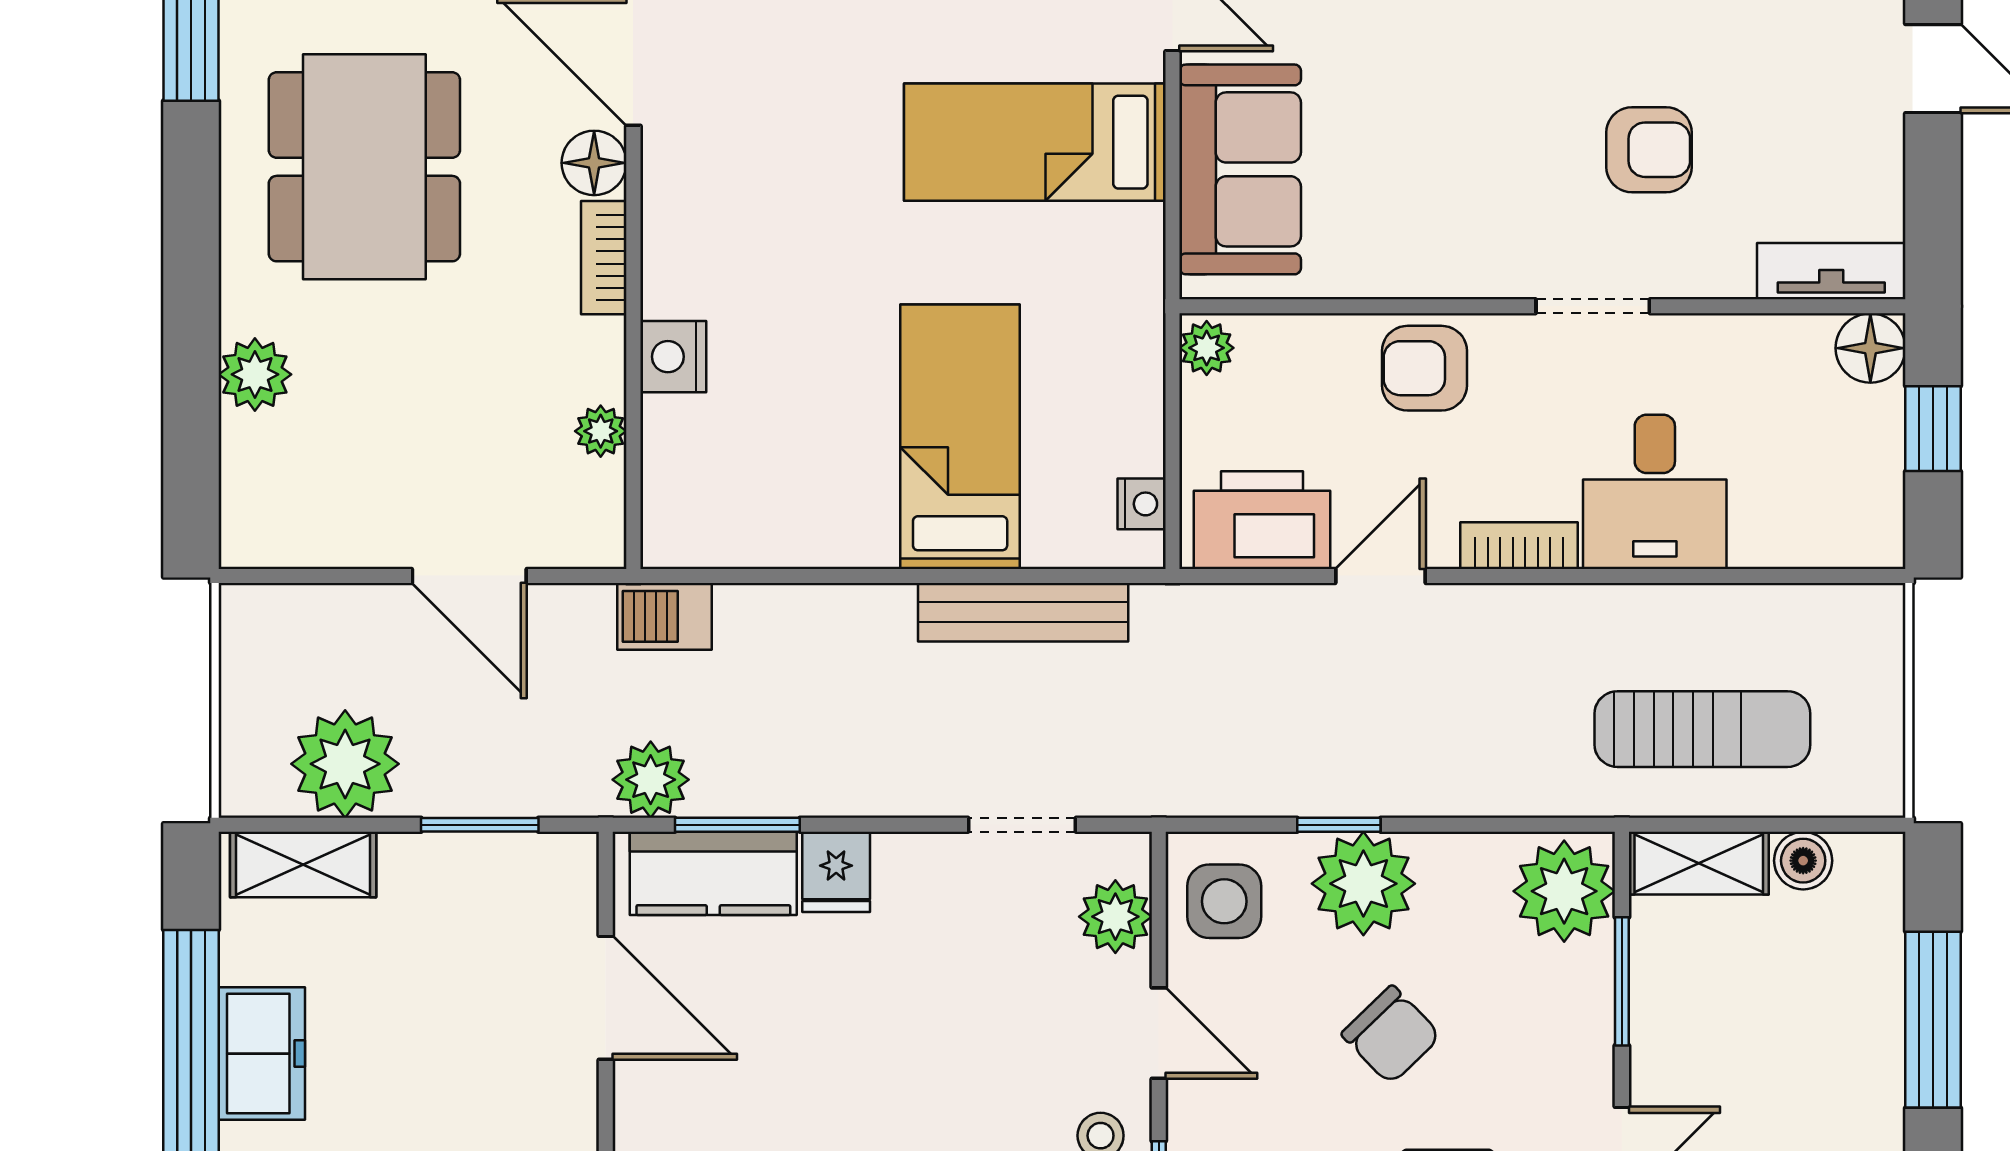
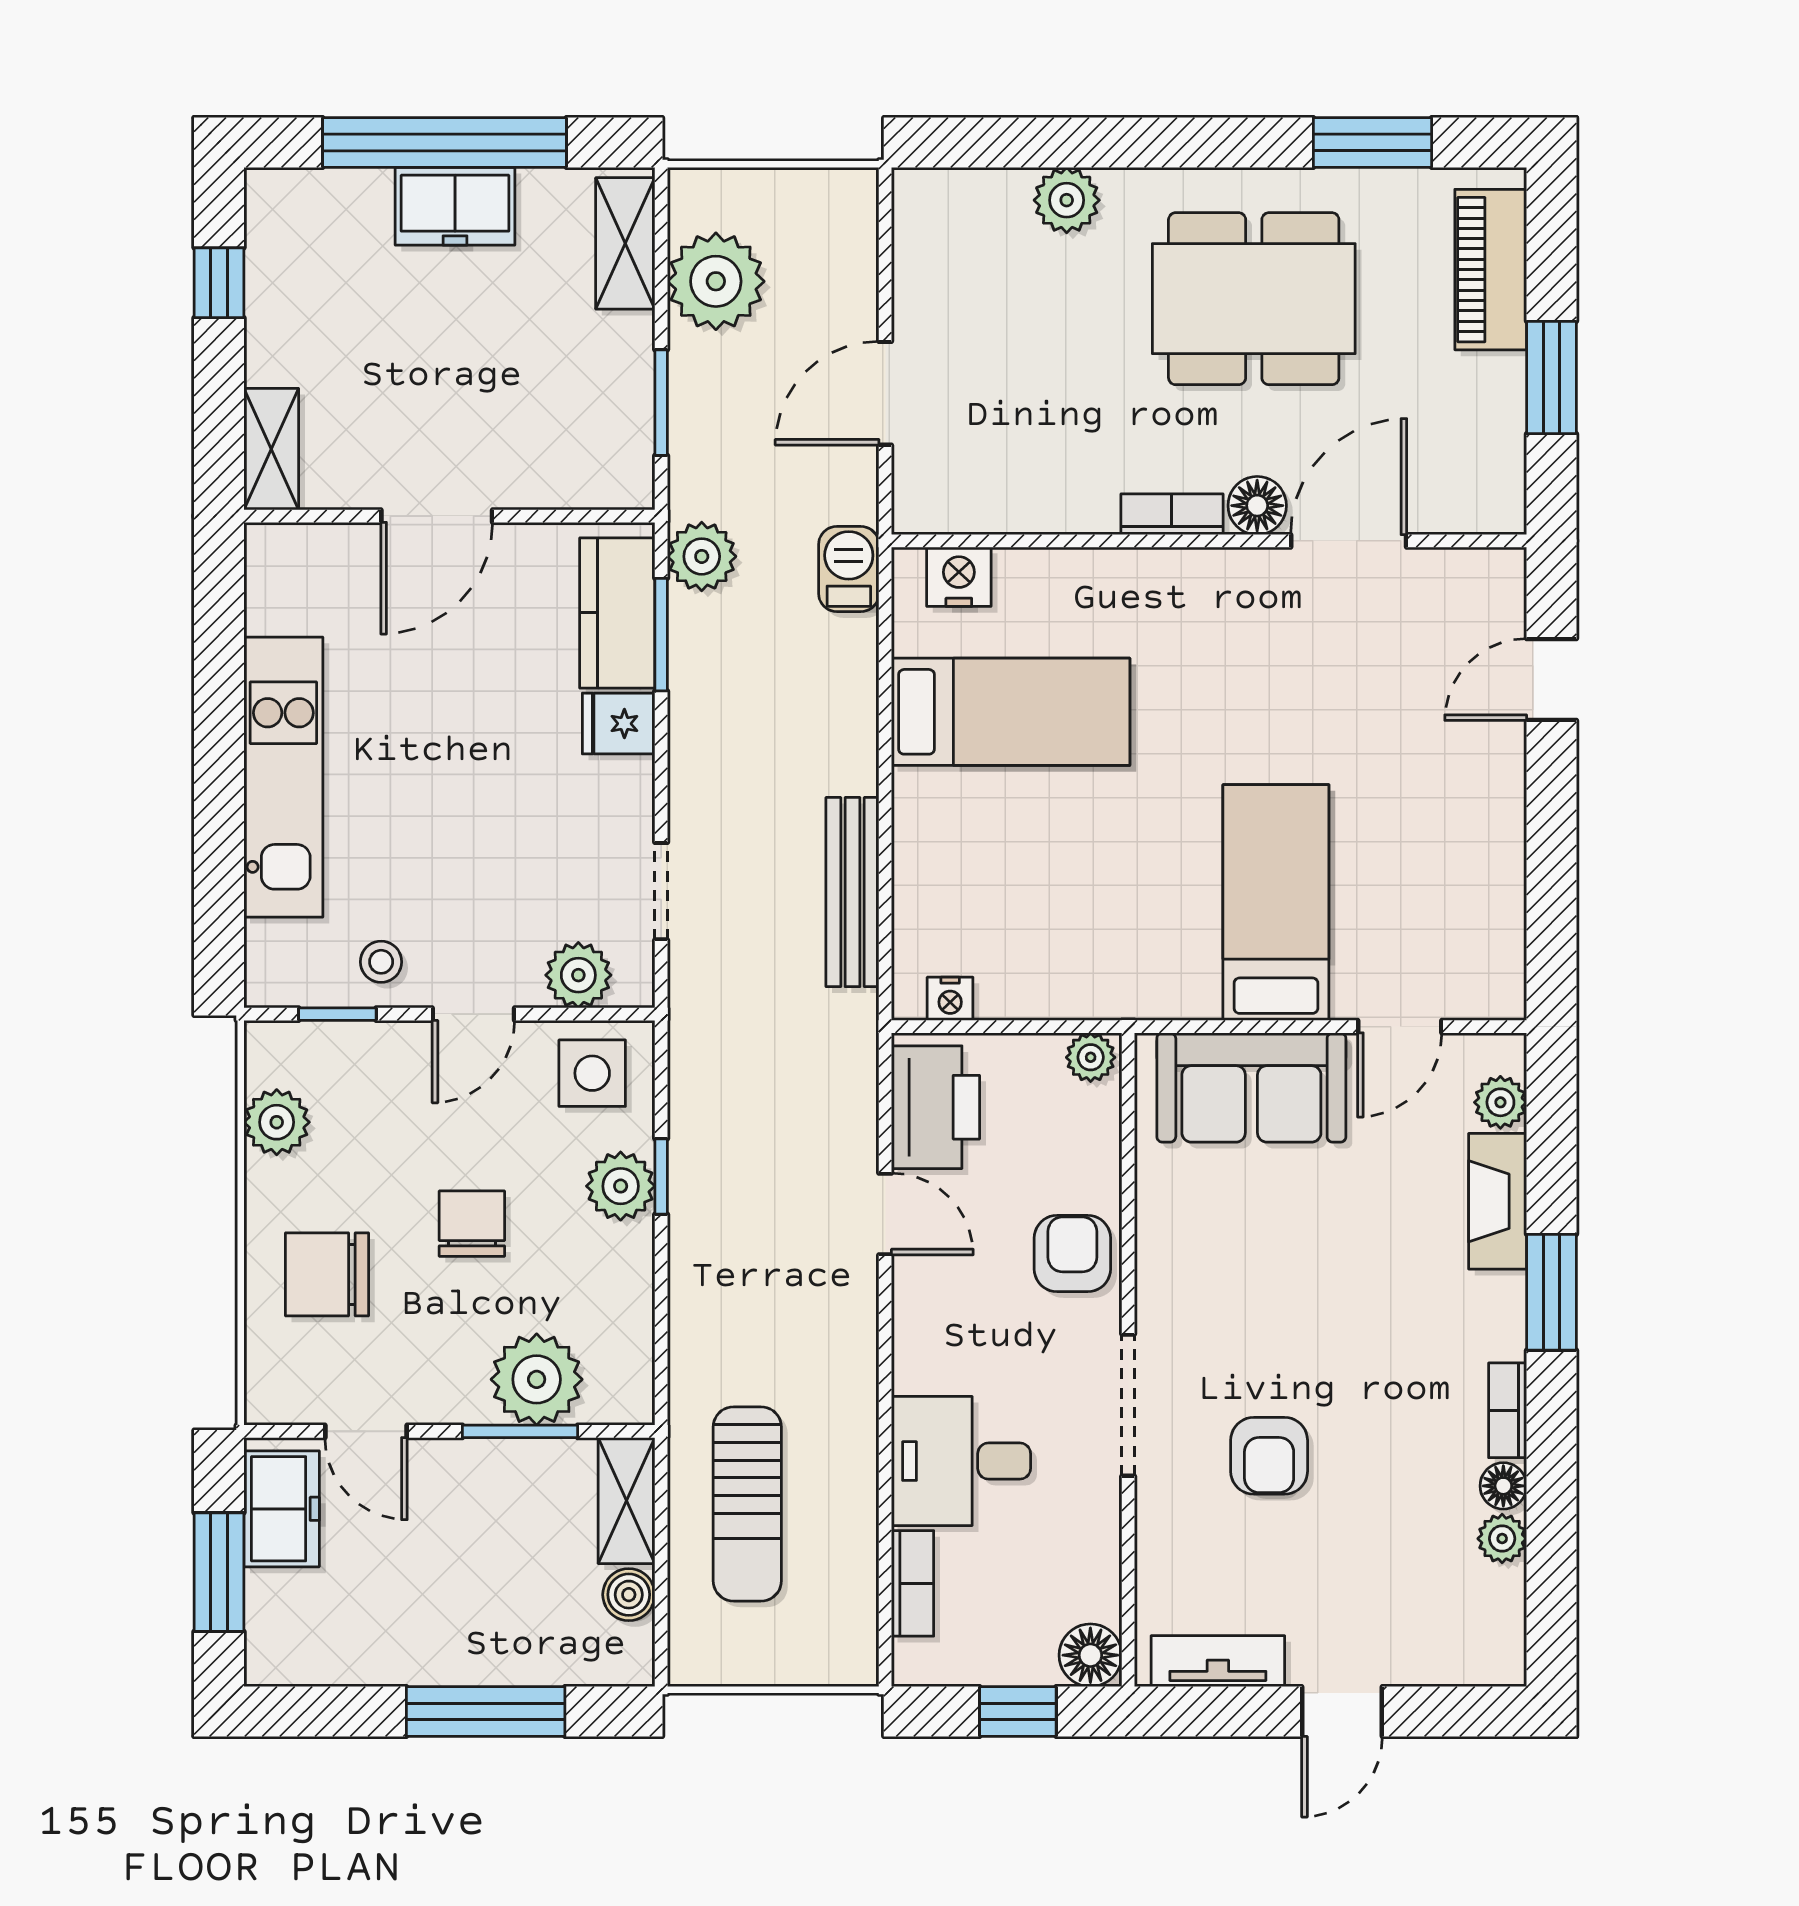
tv unit: (1831, 271) -> (1218, 1661), moved, turned -90
doorway: (1593, 306) -> (1128, 1405), width x1.38
nightstand: (673, 357) -> (959, 577), moved
plant: (601, 431) -> (1016, 512), removed
bed: (960, 437) -> (1011, 712), moved
bookcase: (1519, 546) -> (913, 1583), moved
plant: (1363, 884) -> (621, 1186), width x0.73, depth x0.73
plant: (1564, 891) -> (537, 1379), moved
door: (606, 998) -> (437, 516), moved
chair: (1391, 1035) -> (472, 1224), turned 134

